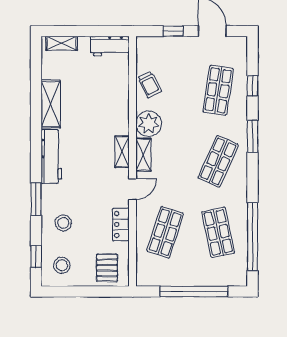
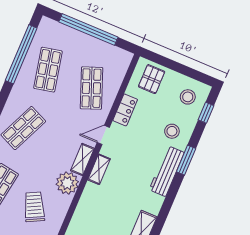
trolley: (149, 85) -> (34, 207), moved, width x1.36, depth x1.39
workbench: (51, 157) -> (167, 171), moved
shop shelf: (165, 232) -> (91, 88), turned -39

